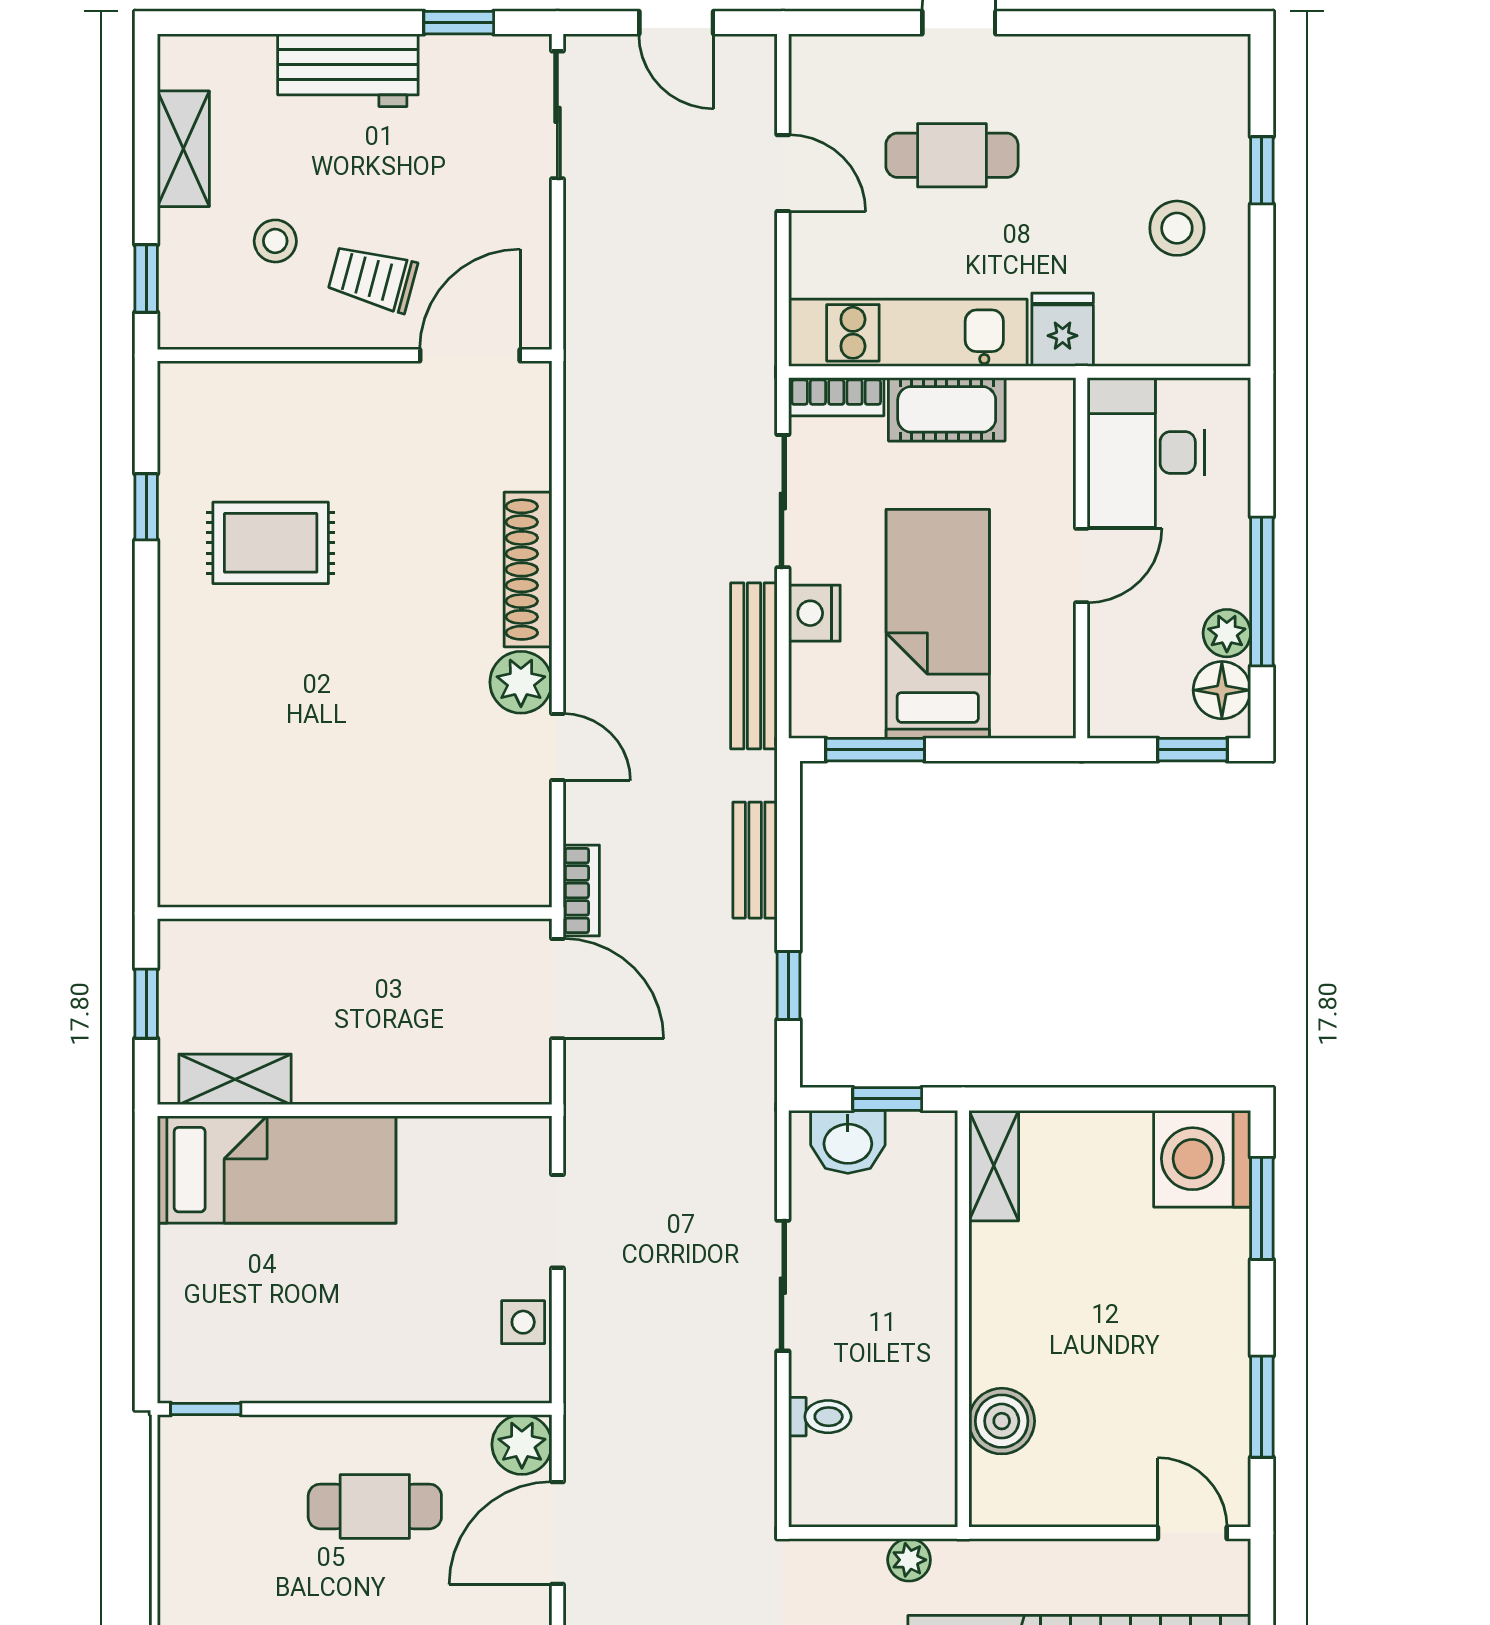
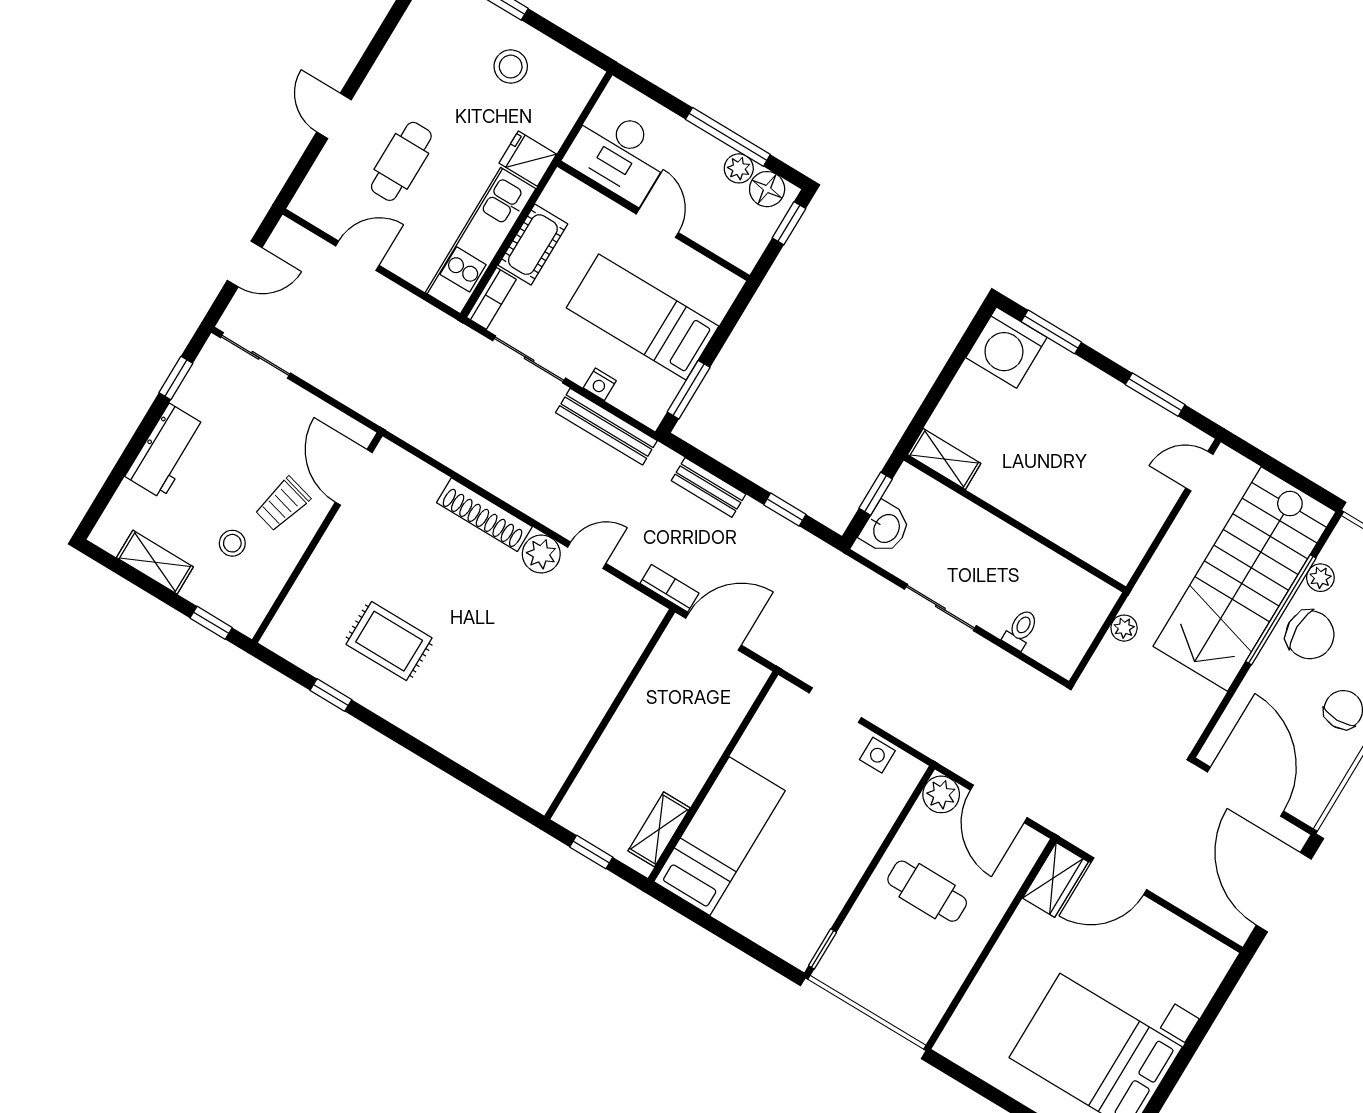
rug: (271, 543) -> (389, 641), turned 90
nightstand: (814, 613) -> (600, 384), width x0.72, depth x0.74
boiler: (1002, 1421) -> (1081, 536), removed
cafe table: (375, 1506) -> (927, 891), turned 90

